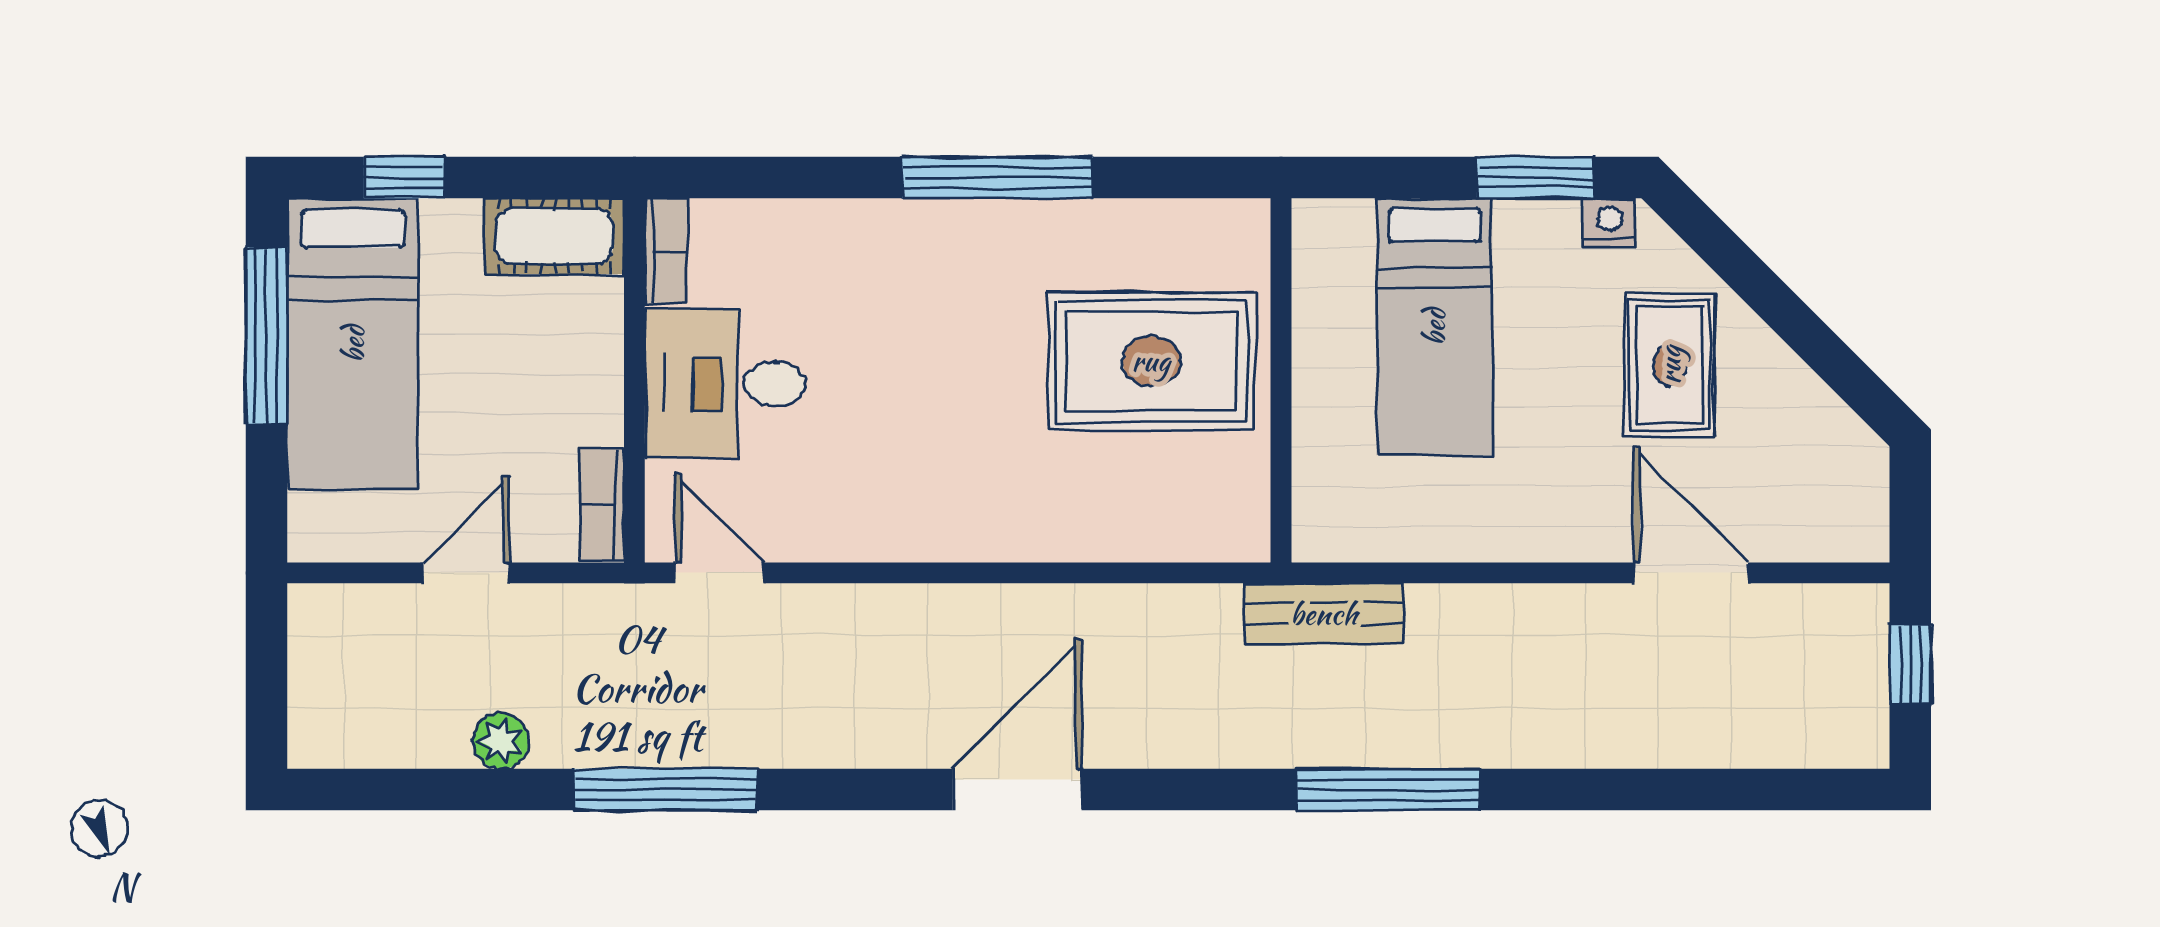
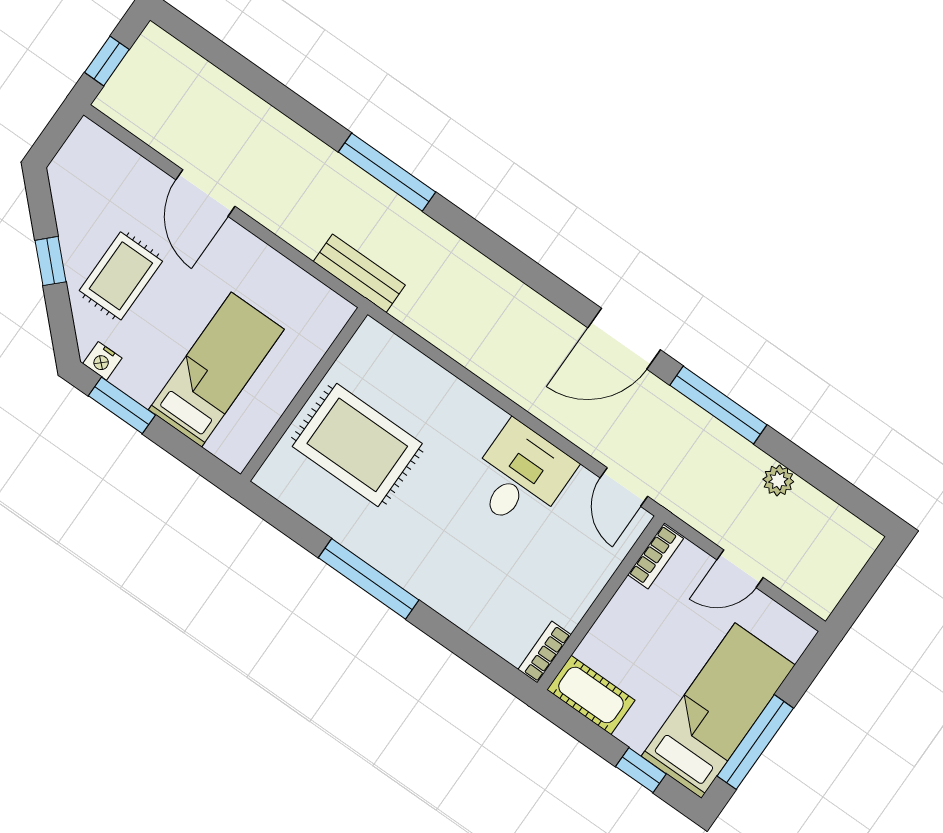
window: (1787, 315) -> (51, 261), added
desk: (725, 384) -> (521, 477), moved, turned -90
door: (1691, 573) -> (205, 193), moved
door: (1017, 790) -> (624, 339), moved

